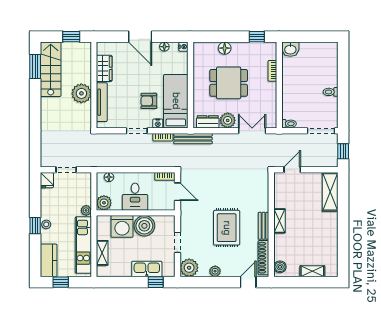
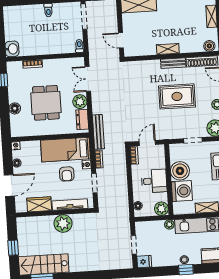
wardrobe: (104, 68) -> (39, 204), moved
wall: (94, 85) -> (55, 213), moved
plant: (81, 93) -> (63, 223), moved
tv unit: (102, 102) -> (70, 205), moved

